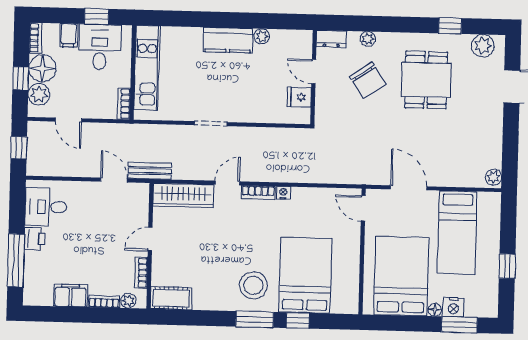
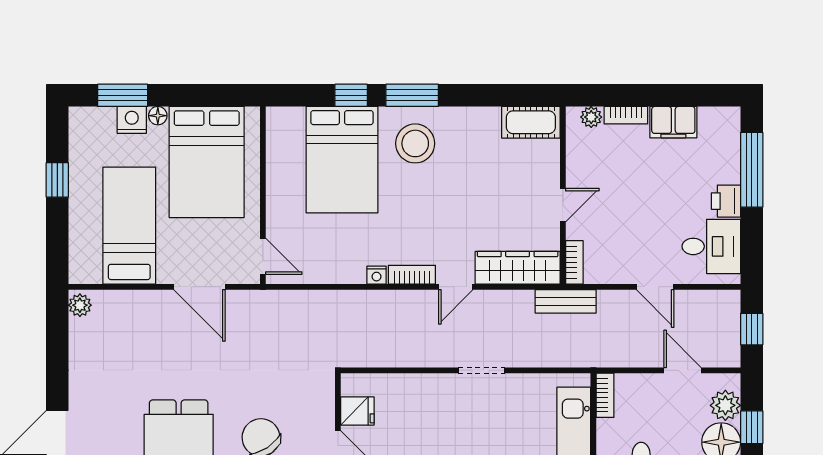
door: (114, 180) -> (655, 287), moved
bookcase: (141, 273) -> (574, 262), moved

